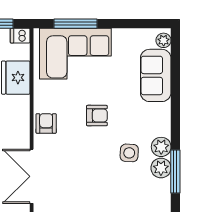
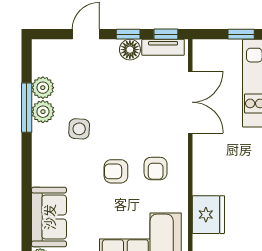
armchair: (46, 123) -> (156, 169), moved
plant: (161, 147) -> (43, 88), moved

